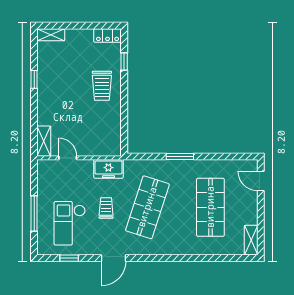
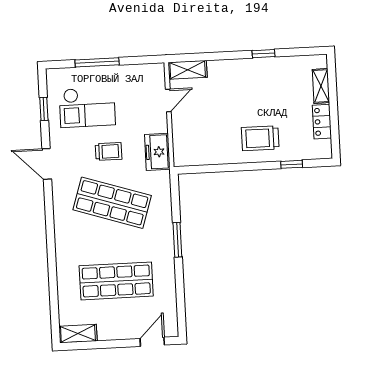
shelving: (51, 35) -> (321, 86), moved
locker: (108, 35) -> (322, 122), moved
checkout: (70, 223) -> (87, 107), turned 180

